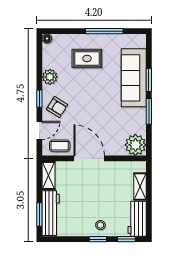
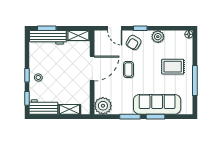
rug: (87, 58) -> (173, 67), turned 90
coffee table: (60, 146) -> (128, 69), moved

